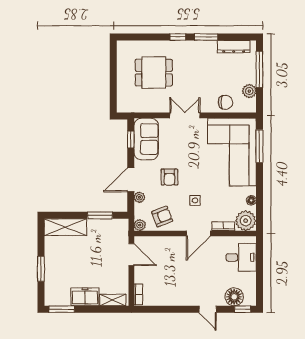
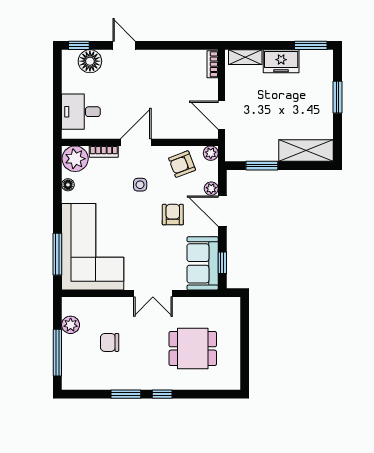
dresser: (234, 47) -> (91, 382), removed
chair: (225, 102) -> (110, 342), moved
door: (131, 180) -> (222, 211), swing flipped

